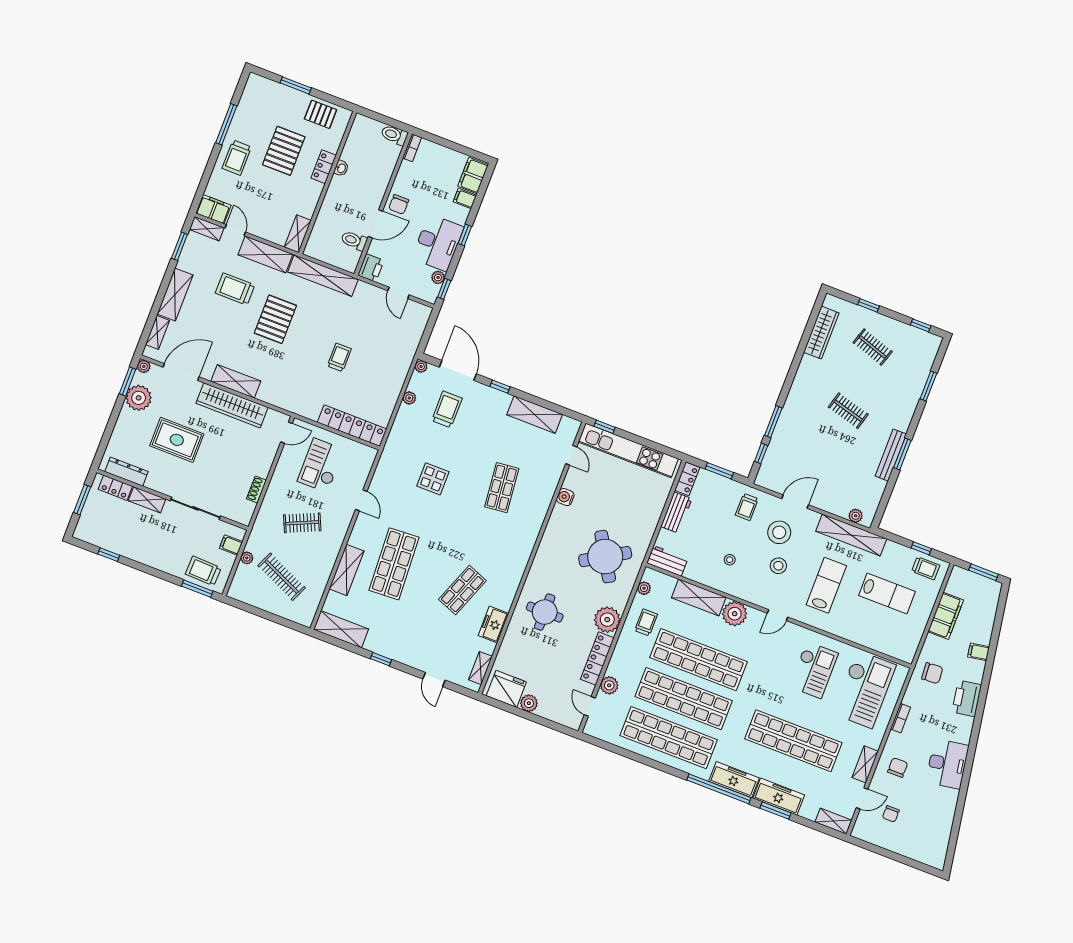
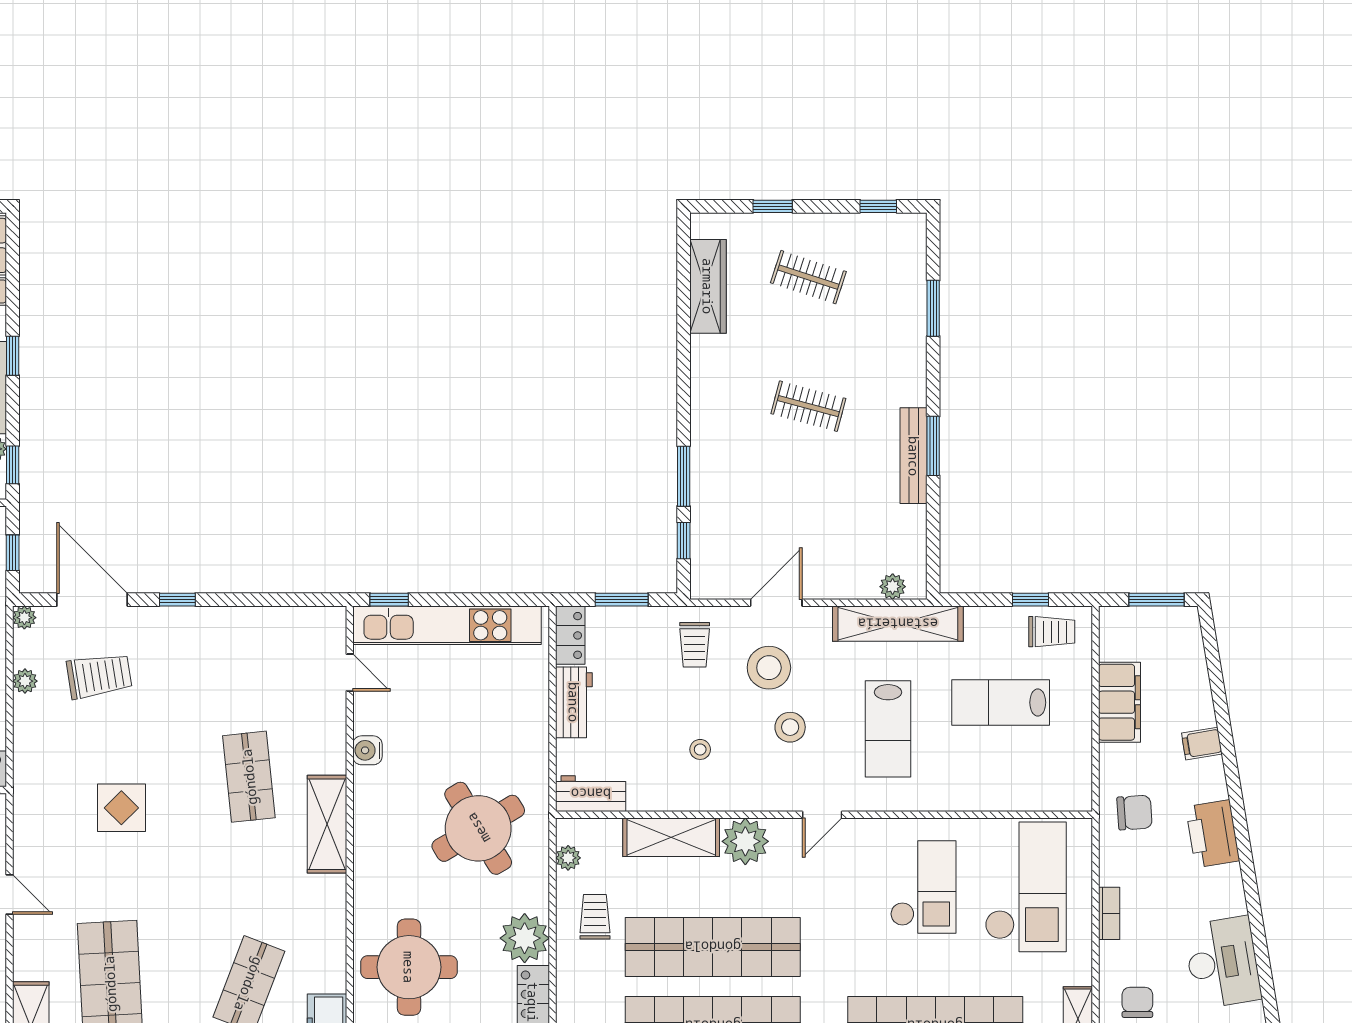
window: (428, 332) -> (13, 553), added
trolley: (447, 409) -> (99, 676), turned 81
shelving: (535, 415) -> (327, 824), moved, turned 90
lab bench: (826, 585) -> (888, 729), turned 180
lab bench: (887, 593) -> (1001, 703), turned 180
round table: (545, 612) -> (409, 967), width x1.36, depth x1.36

